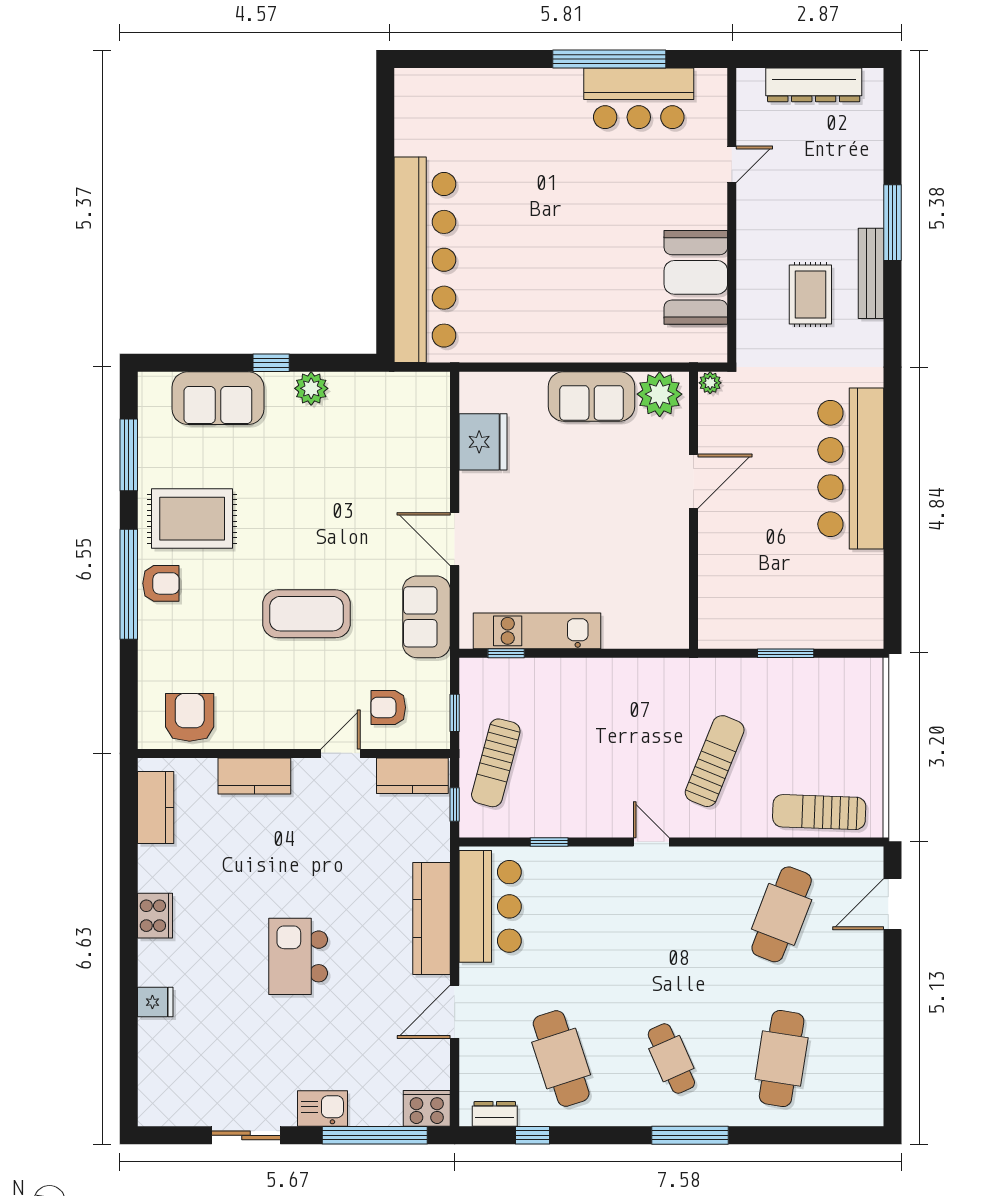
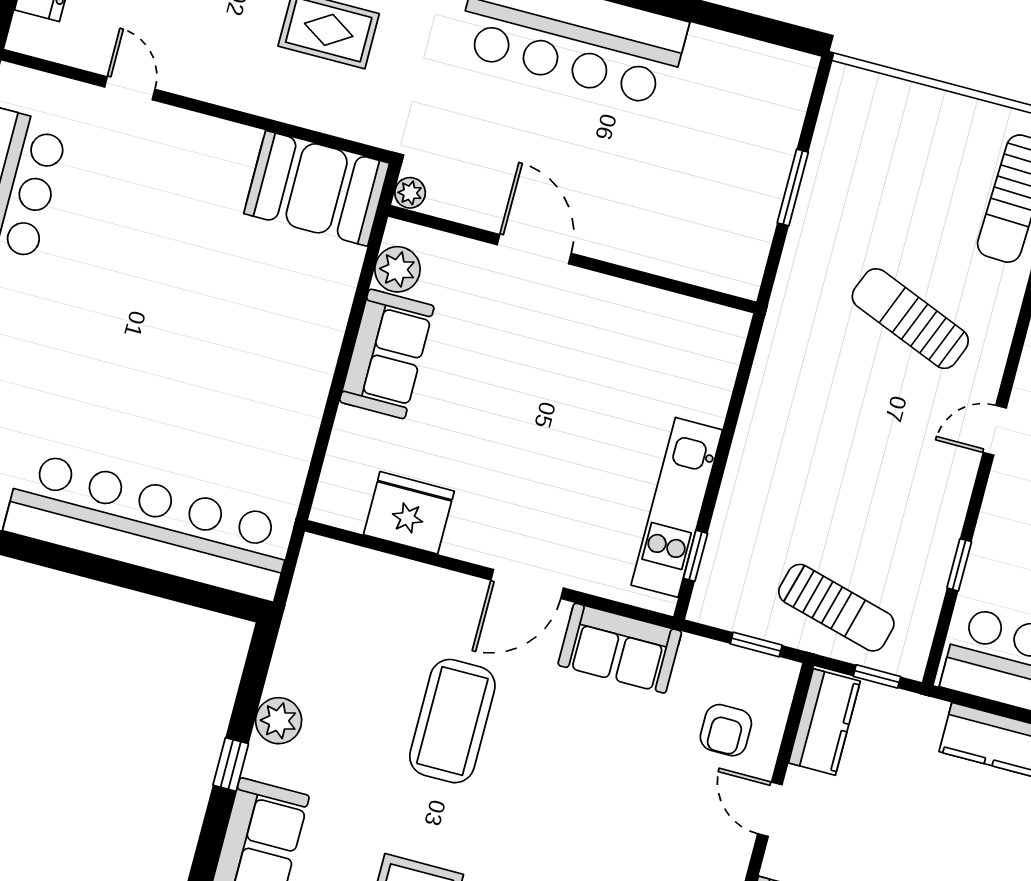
booth: (696, 277) -> (317, 188), moved
plant: (660, 394) -> (397, 269), width x0.73, depth x0.73
coffee table: (306, 614) -> (452, 721), moved

